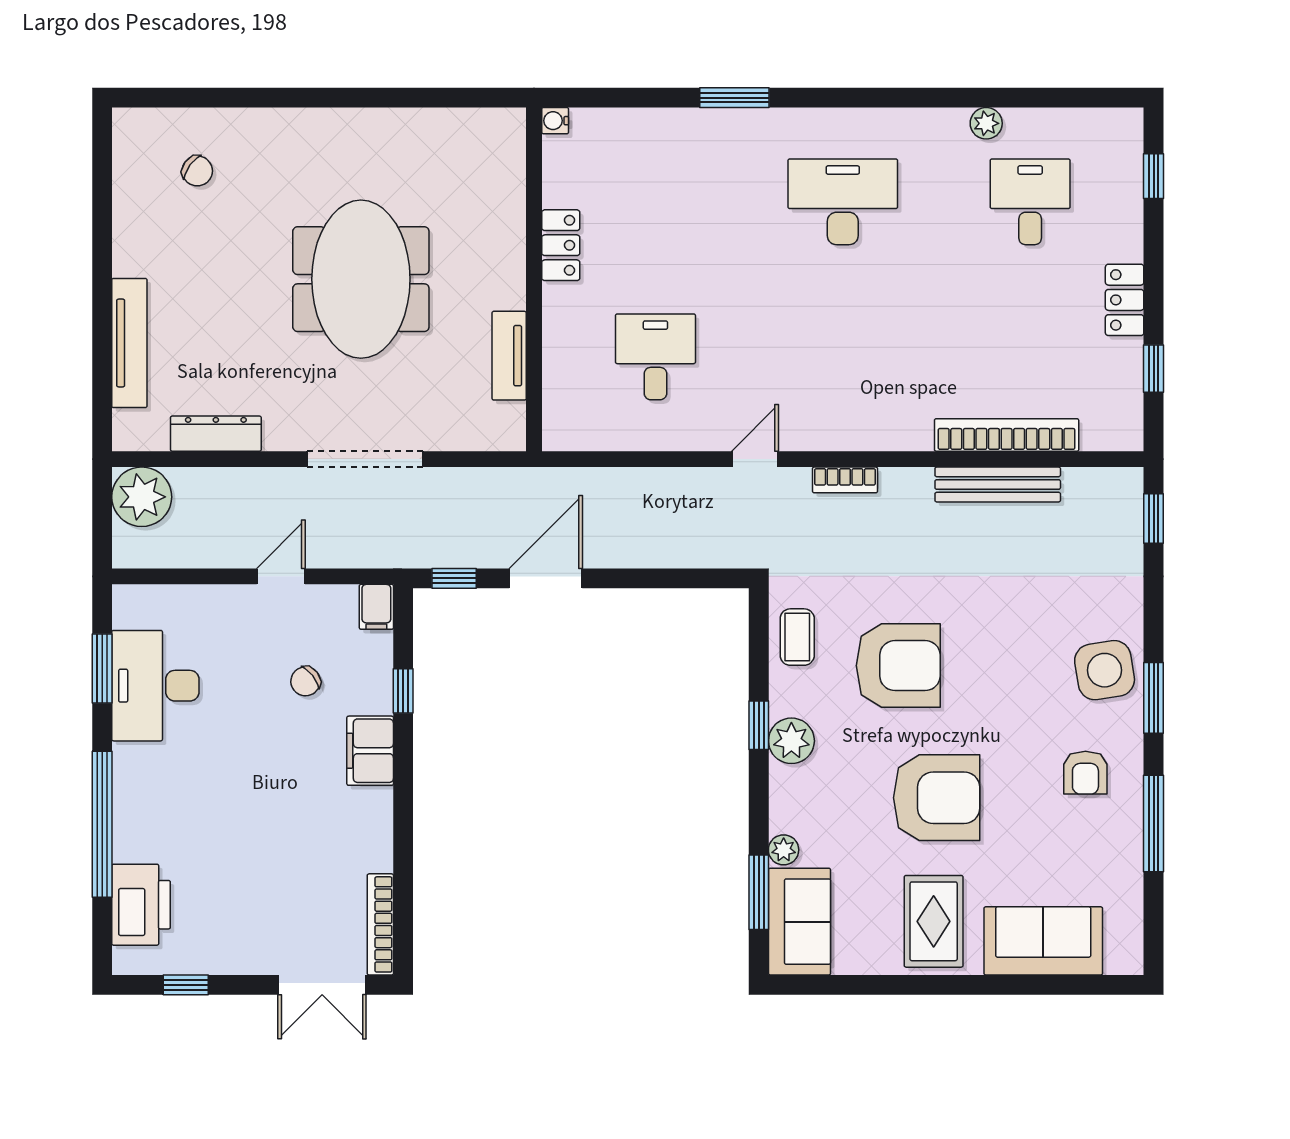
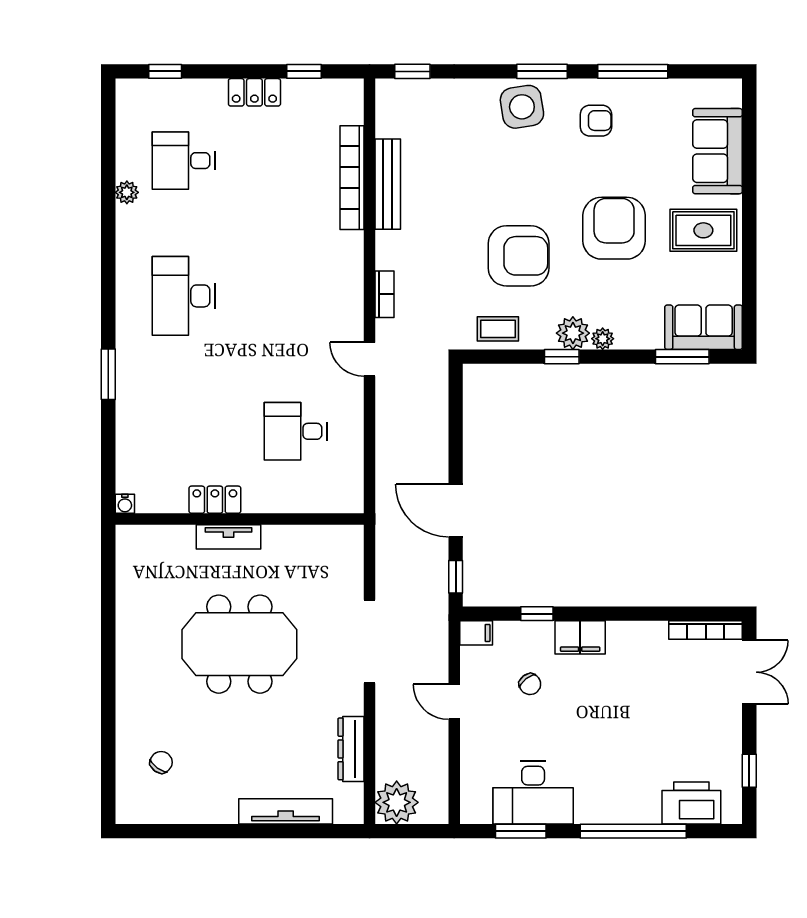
tv unit: (509, 356) -> (228, 537), moved
armchair: (898, 666) -> (519, 256), turned 90
plant: (784, 850) -> (603, 339), moved

